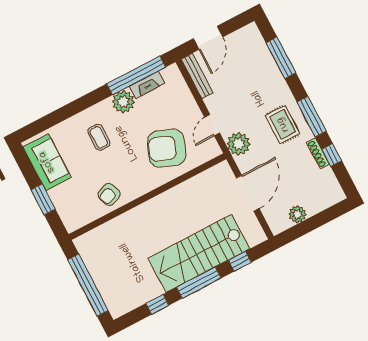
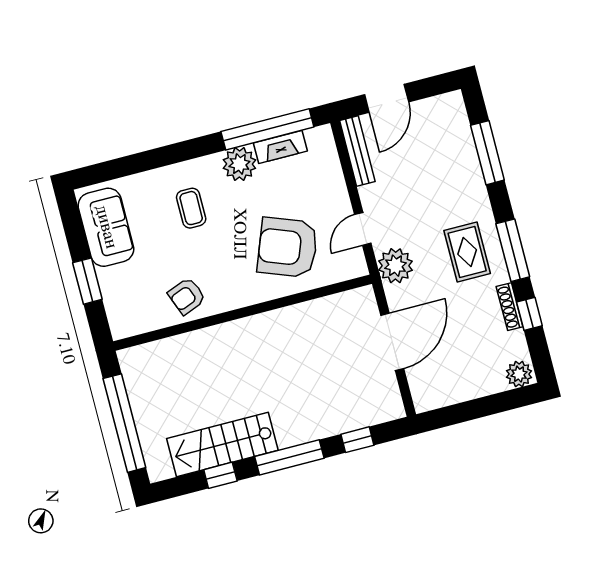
plant: (297, 214) -> (519, 374), moved
stairs: (199, 253) -> (222, 444), moved, width x0.73, depth x0.66

